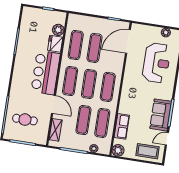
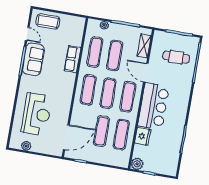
plant: (58, 30) -> (137, 164), moved
reception desk: (156, 63) -> (37, 114), turned 180
row of seats: (122, 126) -> (73, 59), moved
door: (167, 139) -> (27, 34), hinge flipped
plant: (118, 150) -> (79, 23), removed

